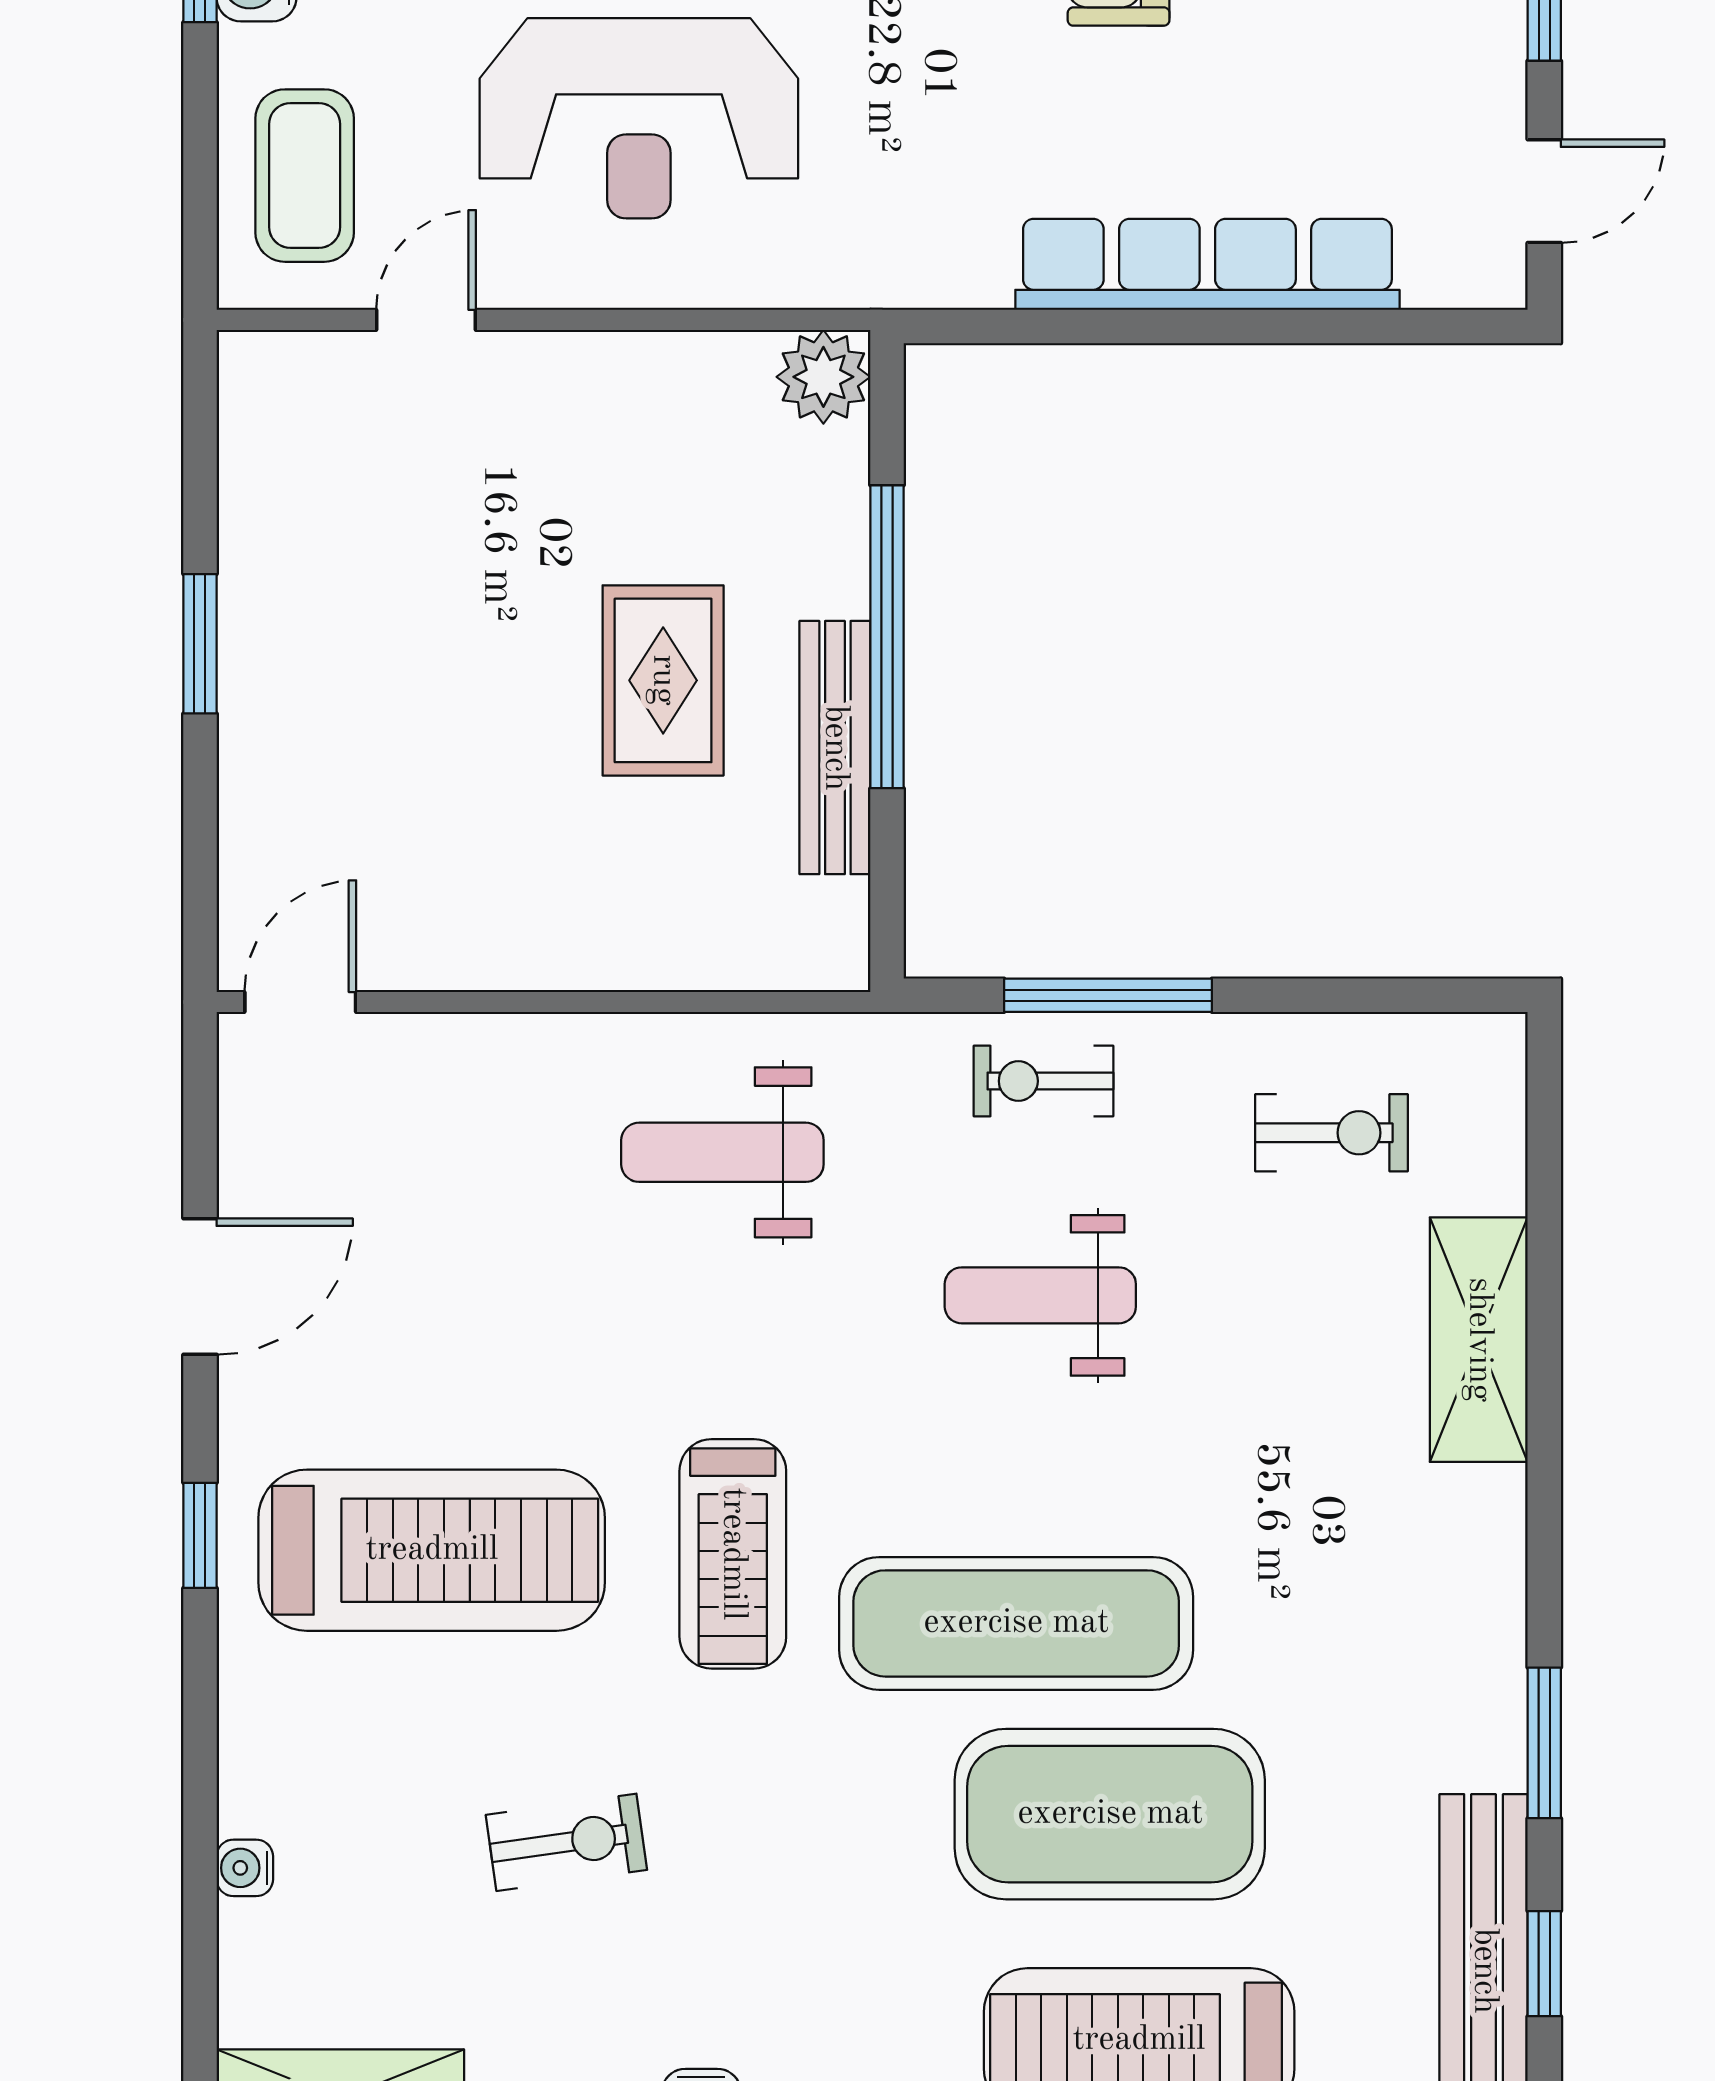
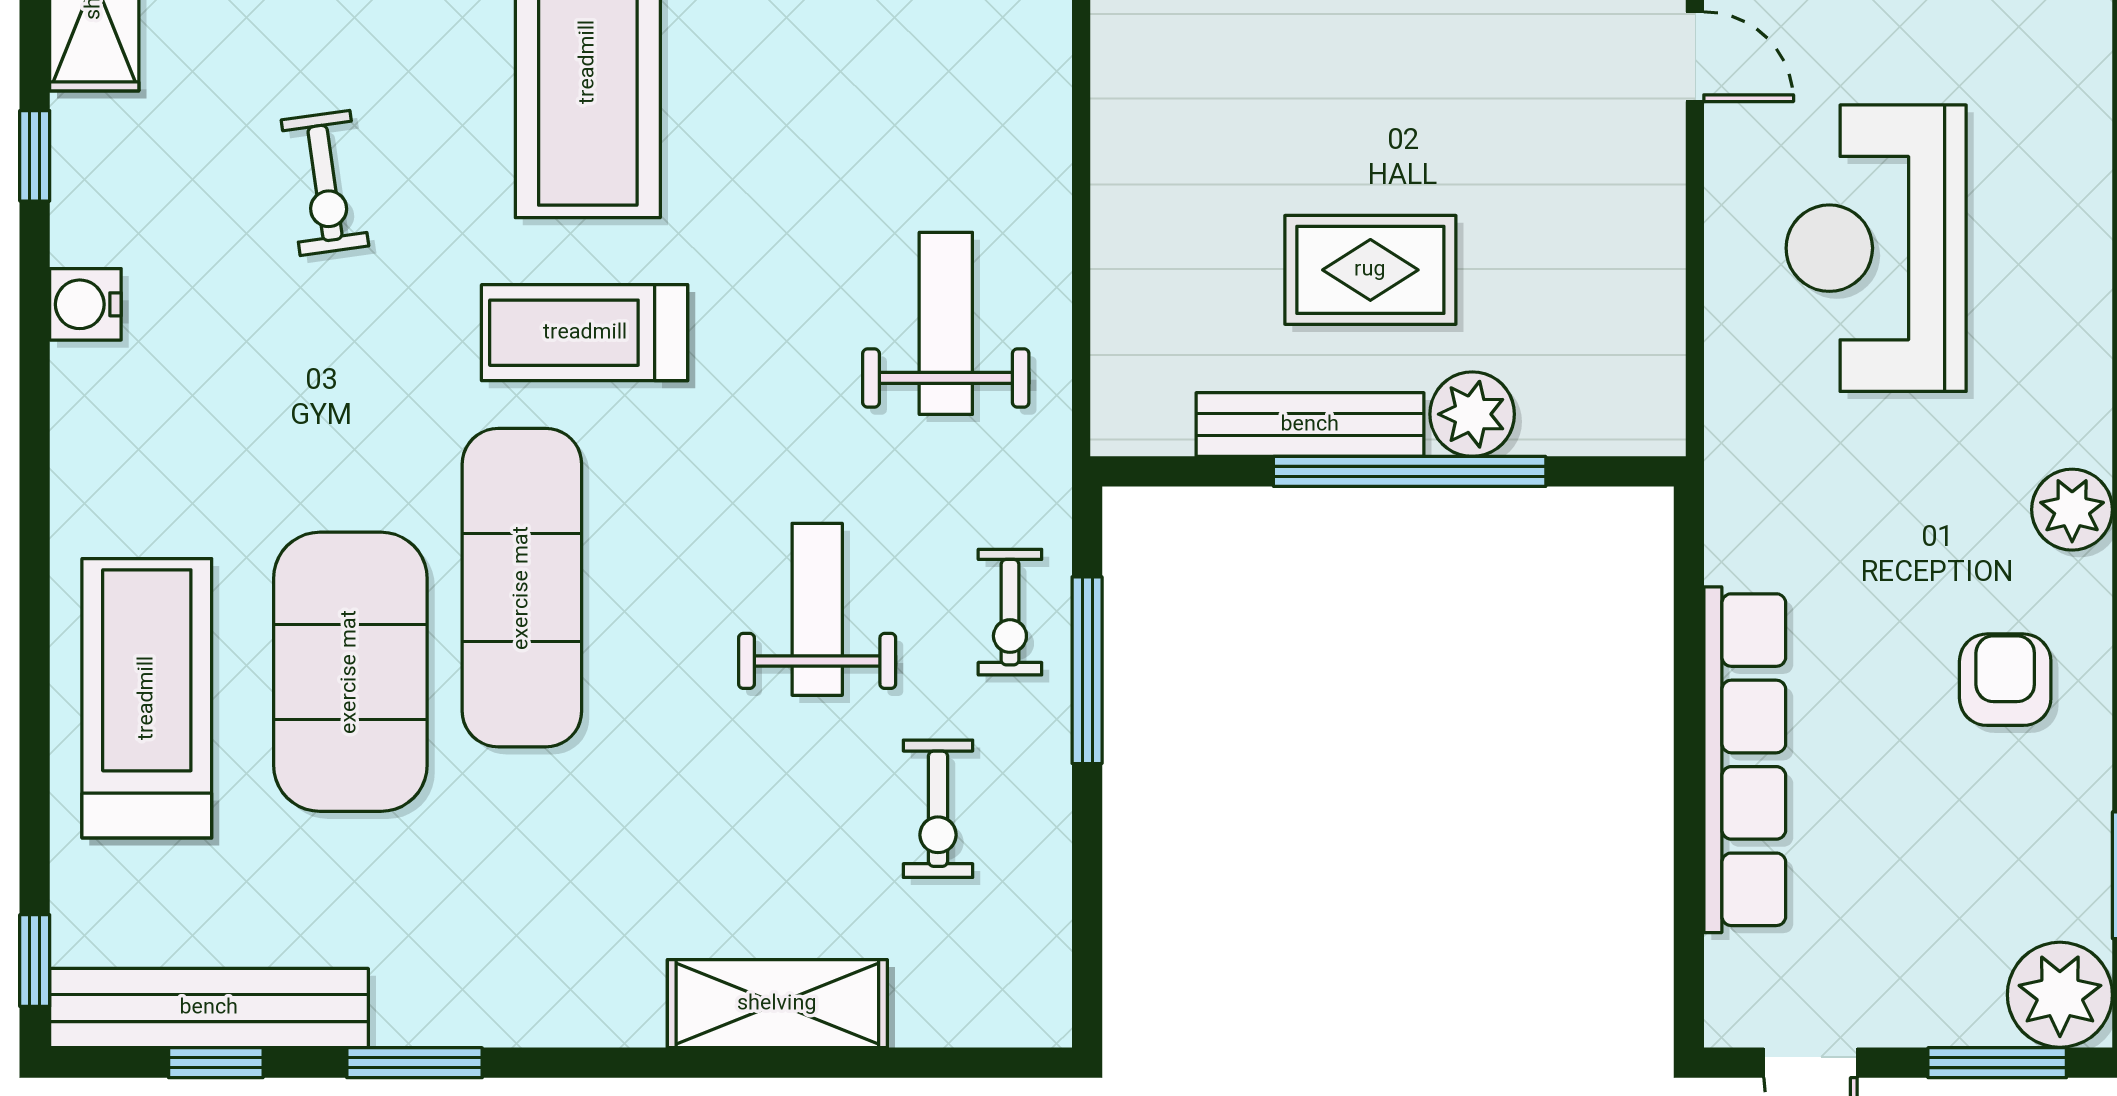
plant: (823, 377) -> (1472, 414), moved
exercise bike: (1043, 1081) -> (1010, 612), turned 180
exercise bike: (1331, 1133) -> (938, 809), moved

